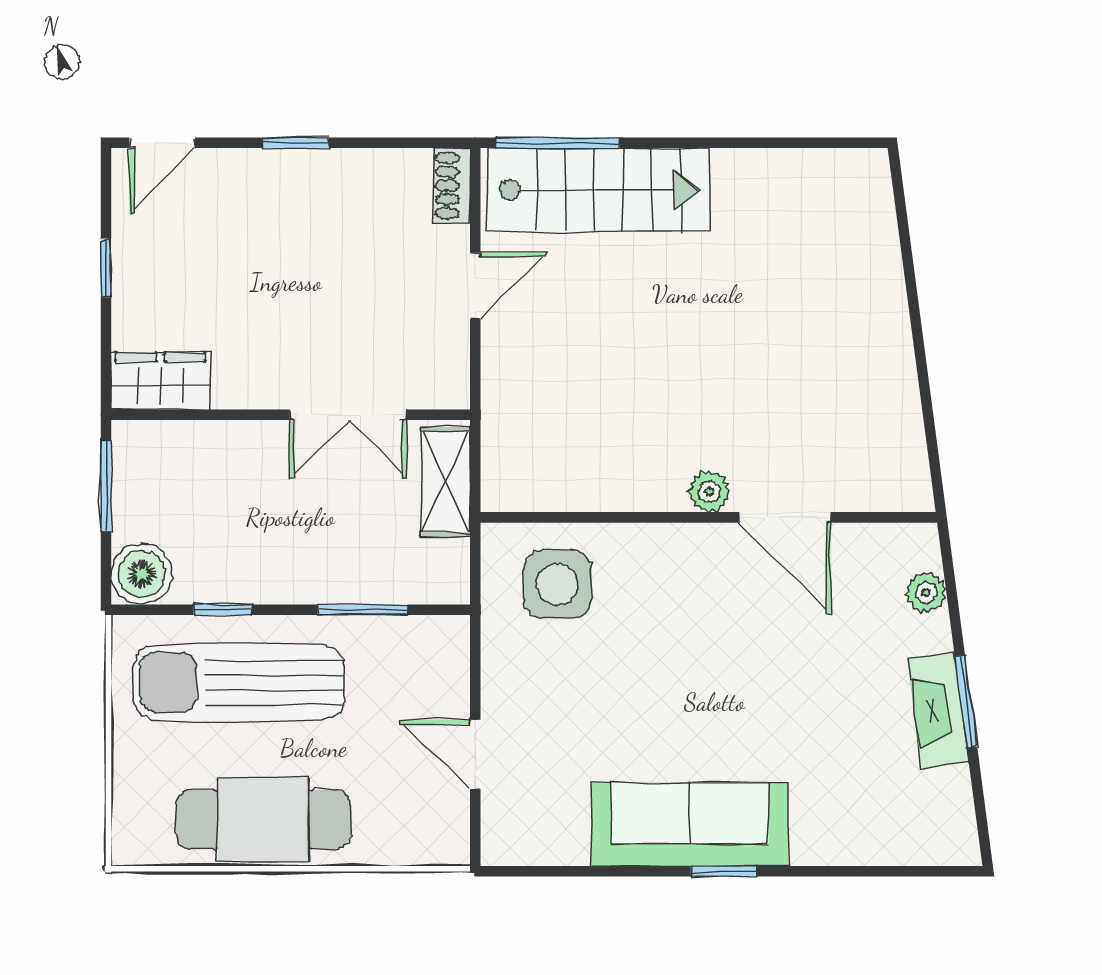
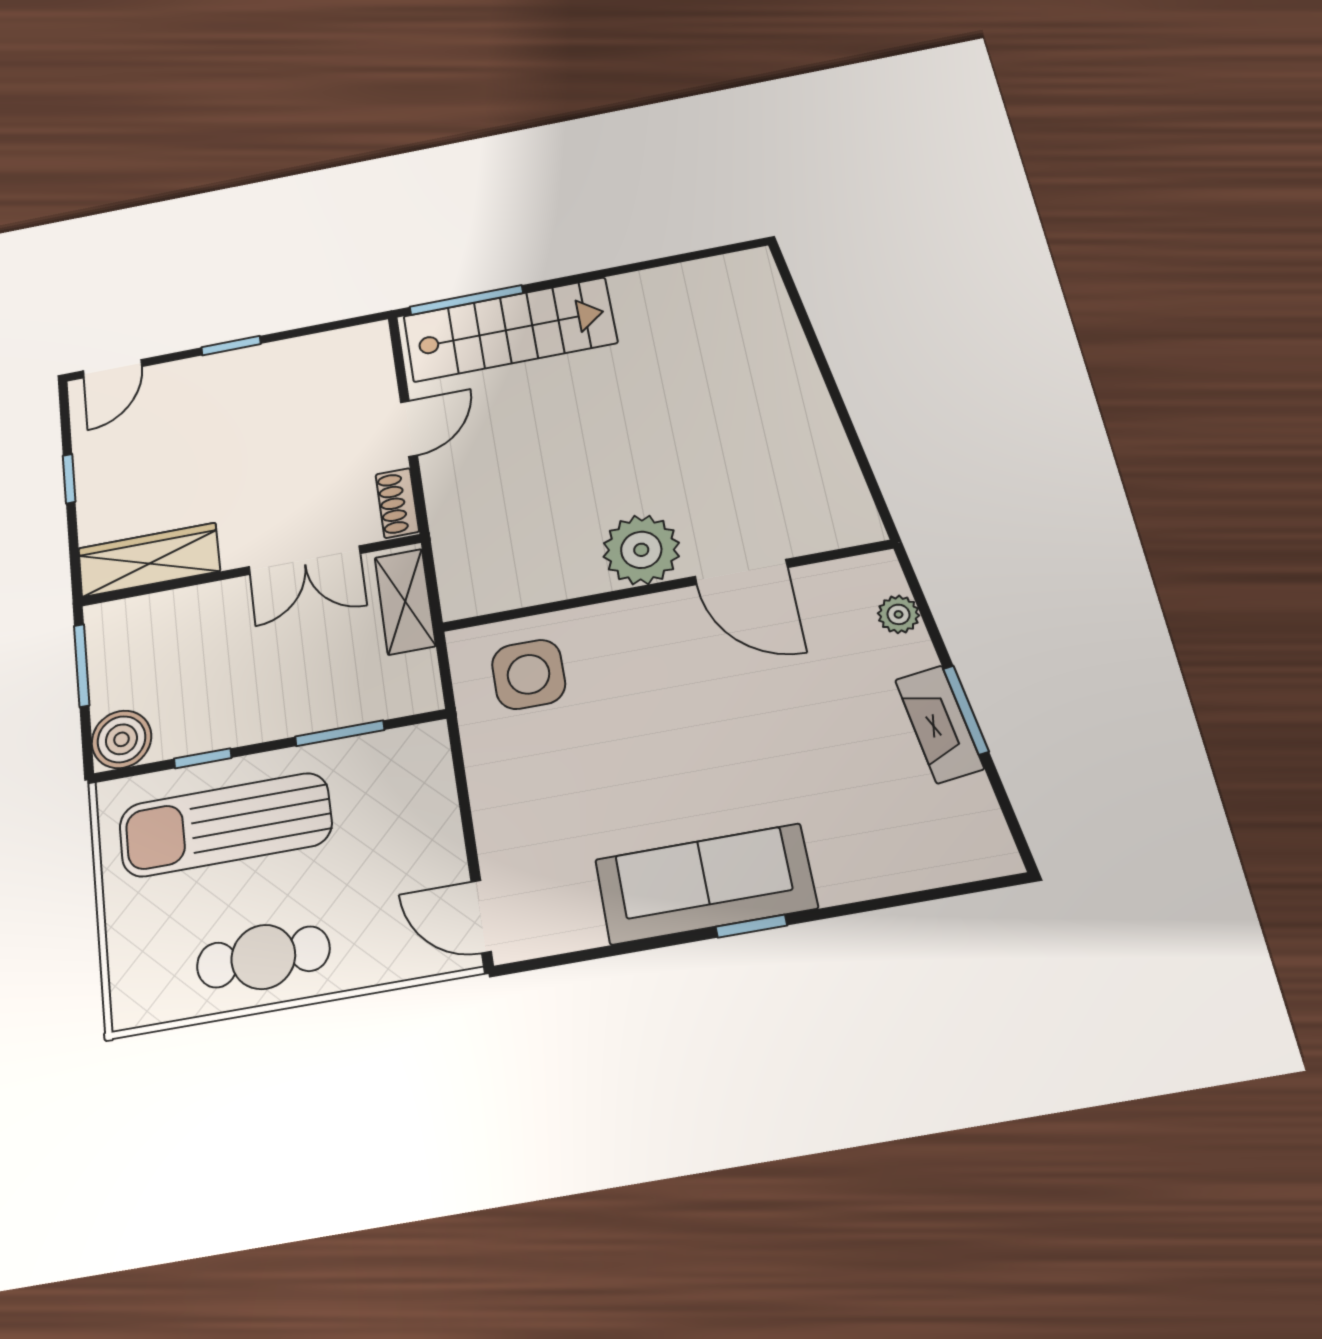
shoe rack: (452, 186) -> (397, 503), moved
wardrobe: (160, 381) -> (149, 560), width x1.50
plant: (709, 491) -> (641, 550), width x1.88, depth x1.88
door: (475, 754) -> (481, 917), moved
cafe table: (263, 820) -> (263, 957), width x0.73, depth x0.74

